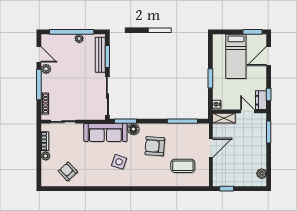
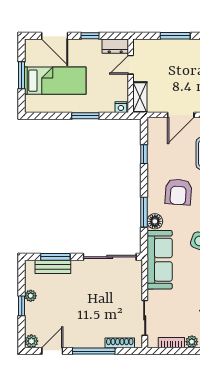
window: (72, 32) -> (22, 306), width x0.32
window: (253, 32) -> (22, 75), moved
bench: (100, 55) -> (53, 267), width x0.73
plant: (46, 69) -> (31, 341), moved
window: (269, 95) -> (90, 36), moved
window: (126, 121) -> (144, 212), moved
window: (182, 121) -> (144, 154), width x0.46
window: (269, 132) -> (175, 36), moved
door: (211, 148) -> (181, 115), swing flipped

